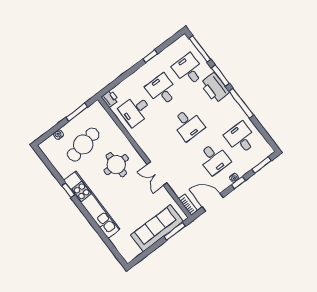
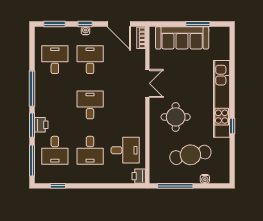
window: (150, 56) -> (58, 186), moved
printer: (215, 88) -> (41, 125), width x0.53, depth x0.68
window: (77, 112) -> (175, 186), width x1.44
desk: (241, 138) -> (55, 60), turned 180
window: (175, 231) -> (198, 24), moved

